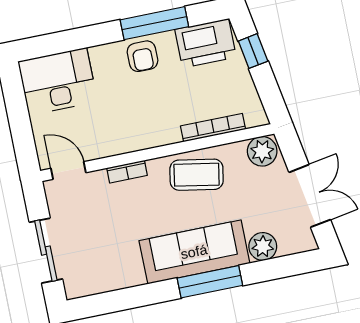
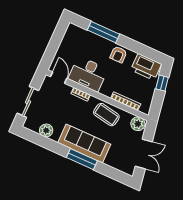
window: (154, 23) -> (104, 32), moved
desk: (58, 81) -> (88, 74), moved, turned 180
plant: (263, 246) -> (46, 130), moved

